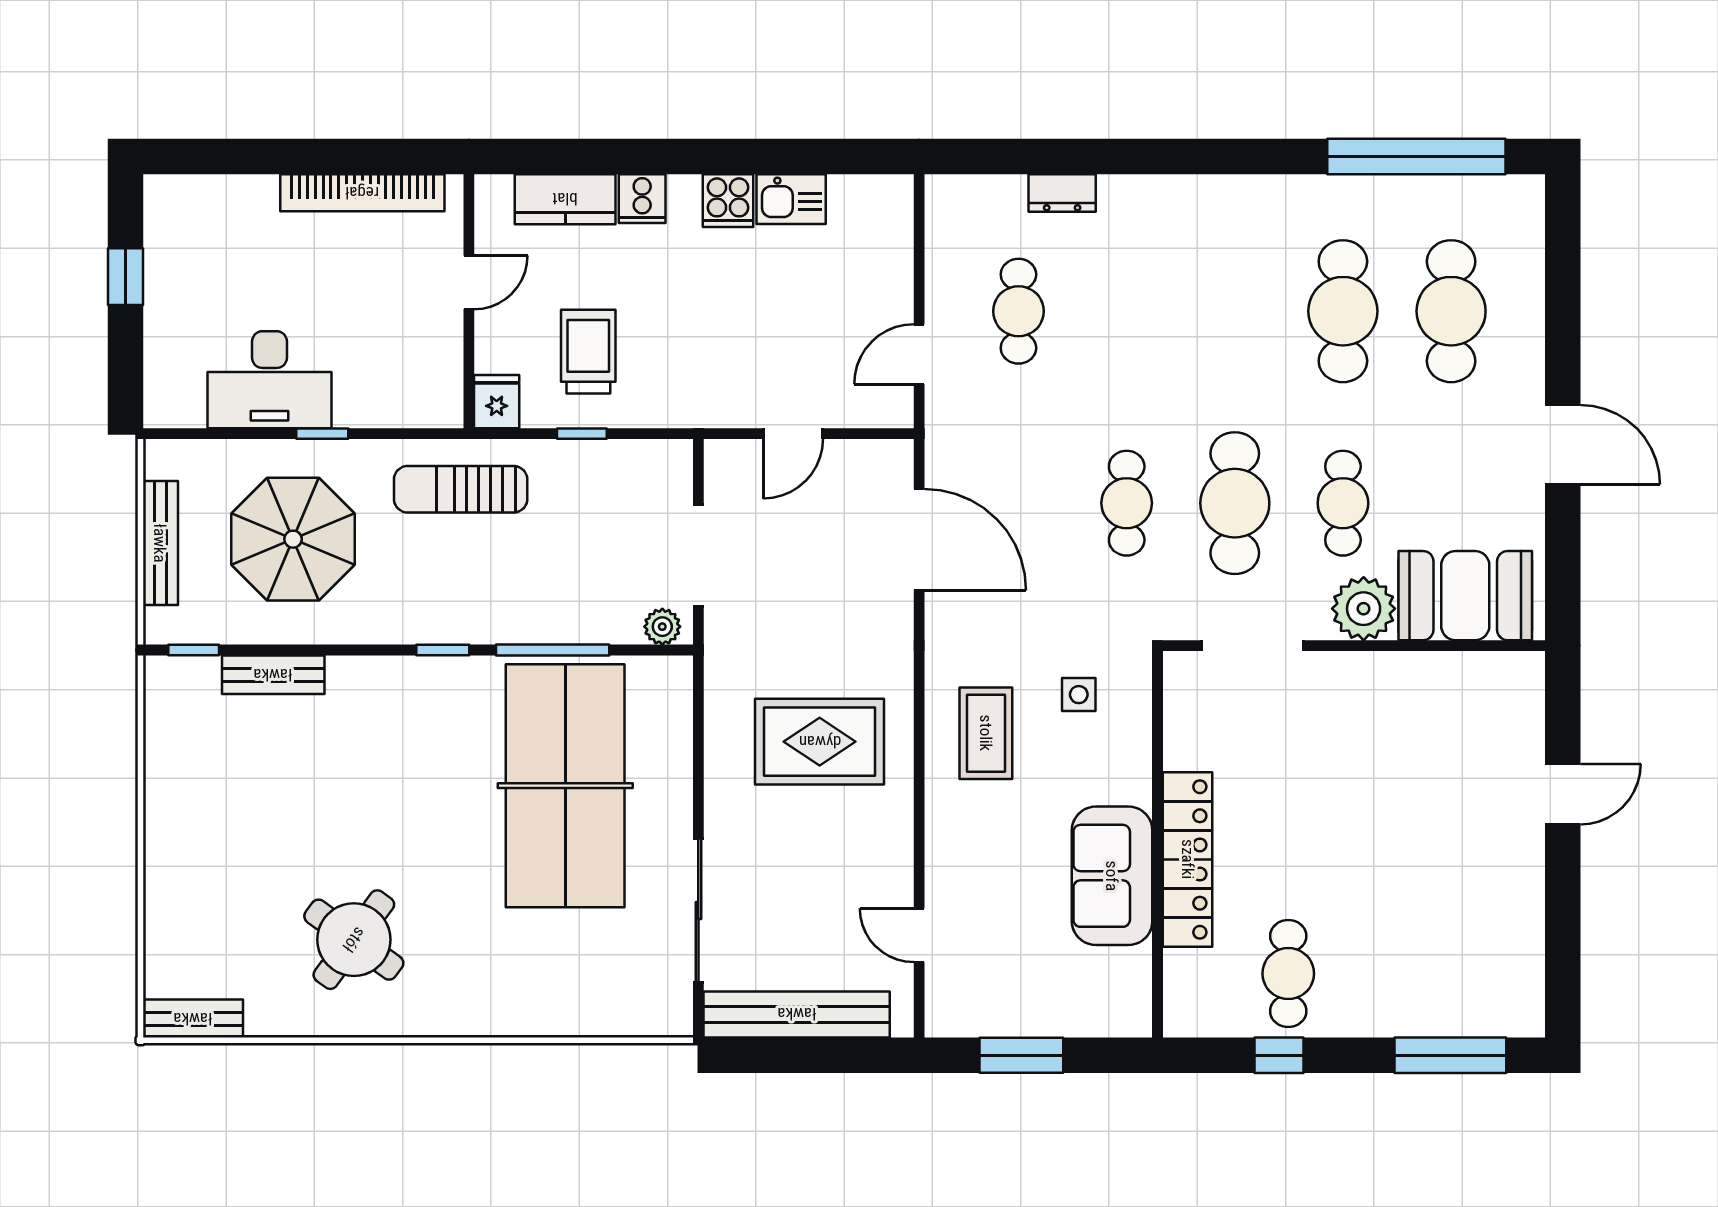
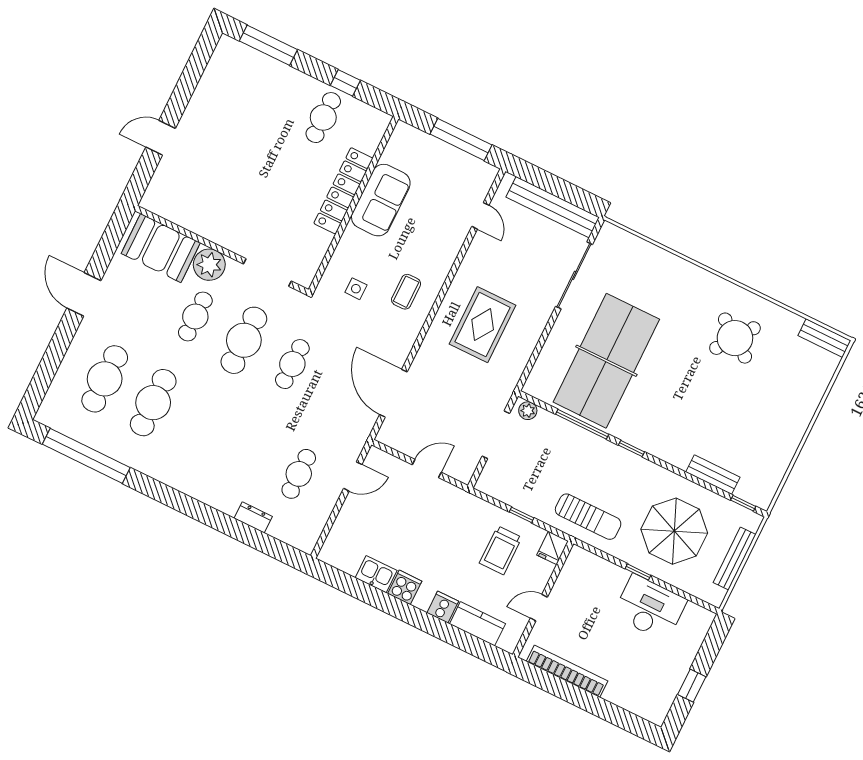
coffee table: (986, 733) -> (406, 292), width x0.73, depth x0.77
rug: (820, 742) -> (483, 325), turned 90
window: (1021, 1055) -> (461, 140), width x1.44

